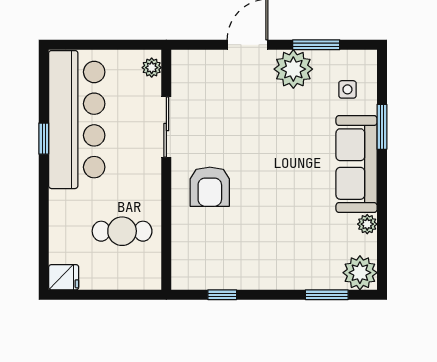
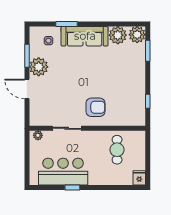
bar counter: (77, 120) -> (63, 172), width x0.73
plant: (367, 224) -> (118, 35), width x1.88, depth x1.88

